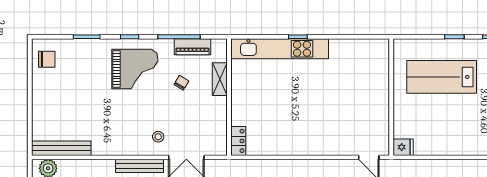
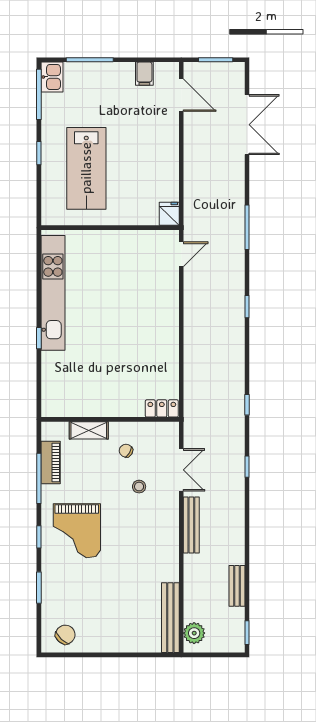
kitchen unit: (280, 49) -> (53, 293), moved
chair: (47, 59) -> (65, 635), turned 42
grand piano: (135, 69) -> (77, 531), turned 180
chair: (181, 83) -> (126, 451), moved
stool: (158, 137) -> (139, 487), moved

